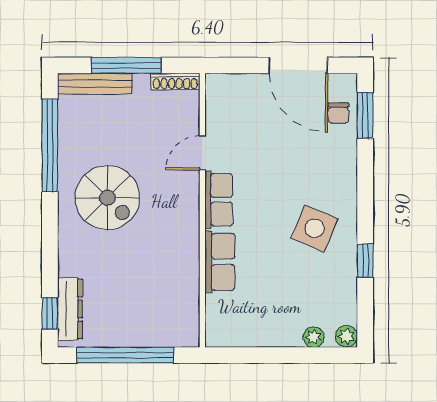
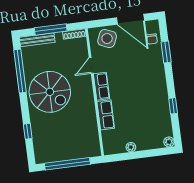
window: (365, 115) -> (166, 52), moved
spiral stairs: (107, 198) -> (50, 92), width x1.37, depth x1.37
side table: (314, 228) -> (107, 39), moved
dresser: (70, 309) -> (39, 146), removed
window: (50, 313) -> (28, 131), moved
plant: (314, 337) -> (131, 147), moved

